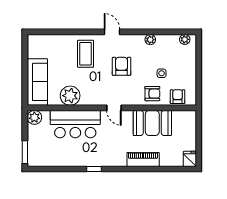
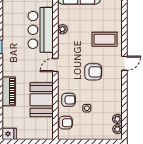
plant: (150, 40) -> (117, 119), moved
armchair: (152, 94) -> (68, 100), turned -90
plant: (70, 96) -> (62, 29), width x0.53, depth x0.53

